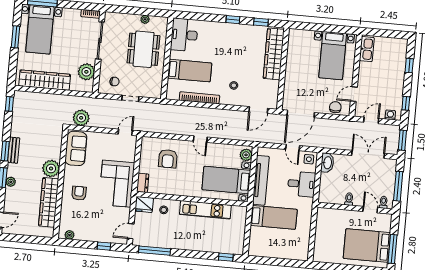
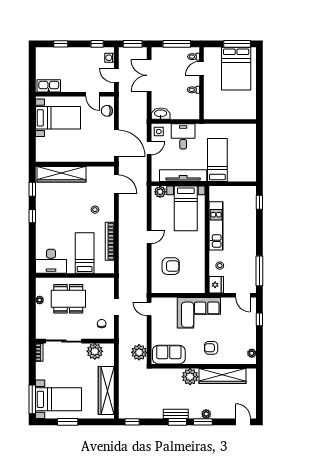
dresser: (143, 183) -> (196, 288), removed

